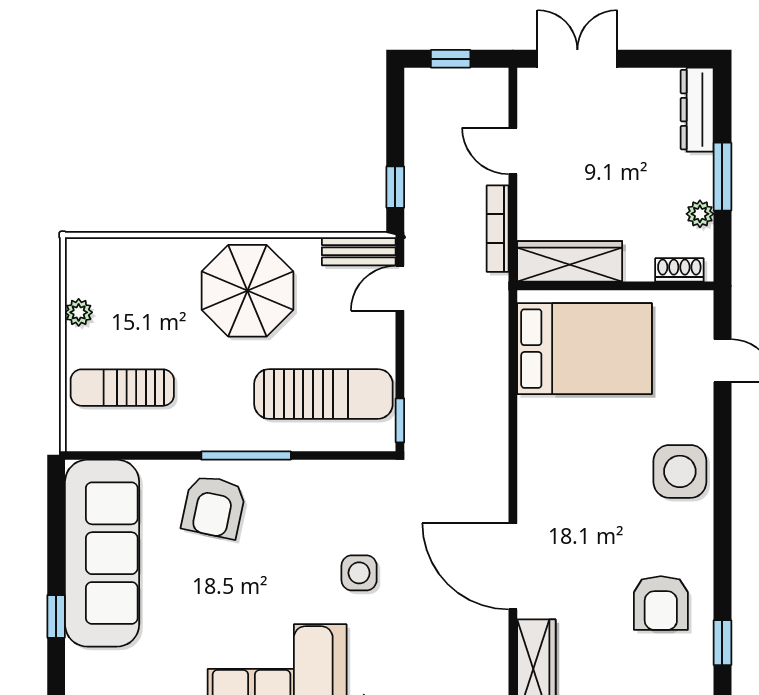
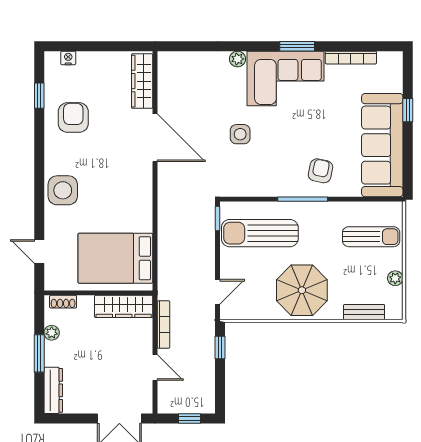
bench: (359, 251) -> (364, 312), moved
armchair: (214, 507) -> (321, 171), width x0.72, depth x0.72

